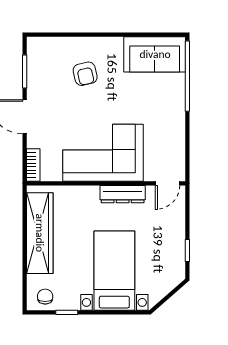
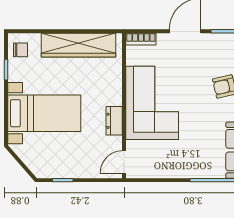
door: (168, 183) -> (124, 162), hinge flipped
dresser: (123, 194) -> (114, 121), width x0.70

